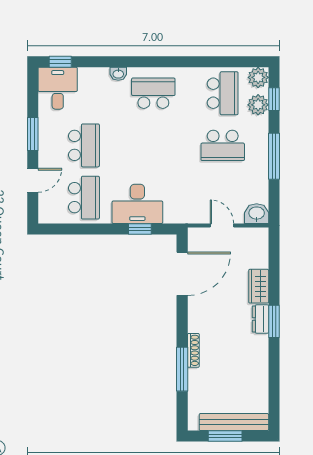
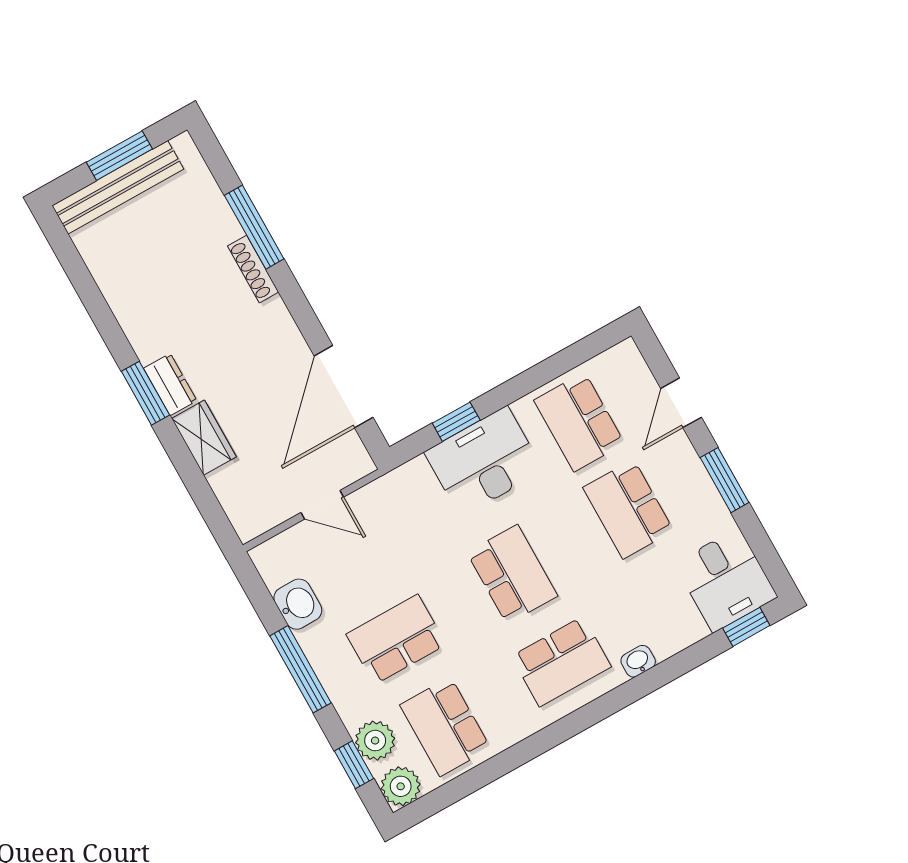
school desk: (153, 145) -> (512, 574), added
washbasin: (257, 214) -> (298, 604), moved, turned -90

